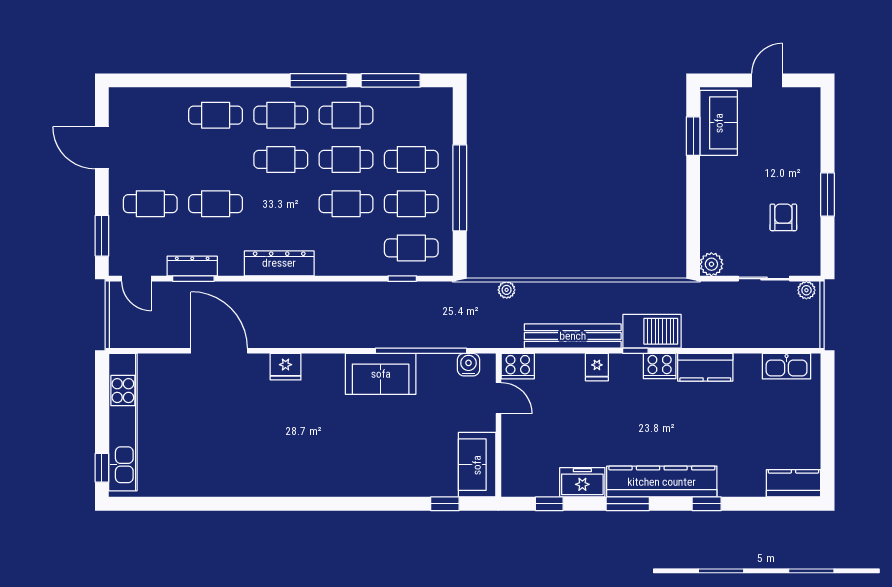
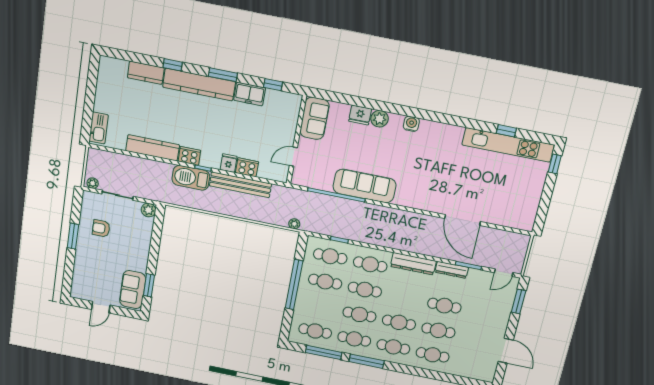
cafe table: (411, 159) -> (315, 331), moved
cafe table: (150, 204) -> (438, 330), moved
armchair: (783, 217) -> (101, 228), turned 90
cafe table: (346, 248) -> (370, 264), added
dresser: (192, 266) -> (452, 270), moved
door: (136, 279) -> (504, 273), swing flipped
plant: (507, 290) -> (294, 224), moved
water cooler: (468, 365) -> (411, 124), moved, turned 180
cooker: (518, 366) -> (247, 167), moved
kitchen sink: (787, 366) -> (99, 128), moved, turned 90
fridge: (286, 367) -> (360, 115), moved, turned 180
kitchen counter: (705, 367) -> (153, 148), width x1.50
sofa: (381, 374) -> (364, 186), width x1.36
door: (499, 398) -> (293, 157), hinge flipped
kitchen unit: (123, 422) -> (508, 145), moved, turned -90
kitchen counter: (793, 483) -> (146, 73), moved
plant: (379, 484) -> (380, 119), added
window: (445, 504) -> (506, 131), moved

